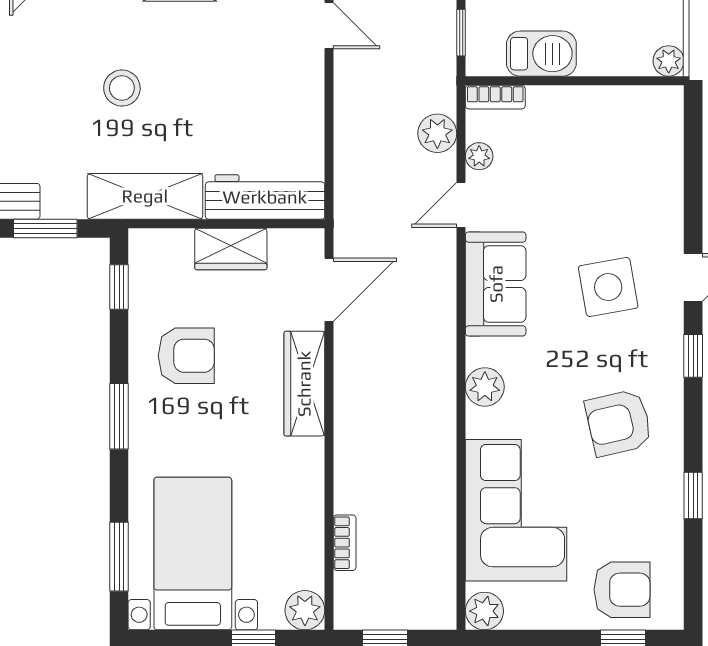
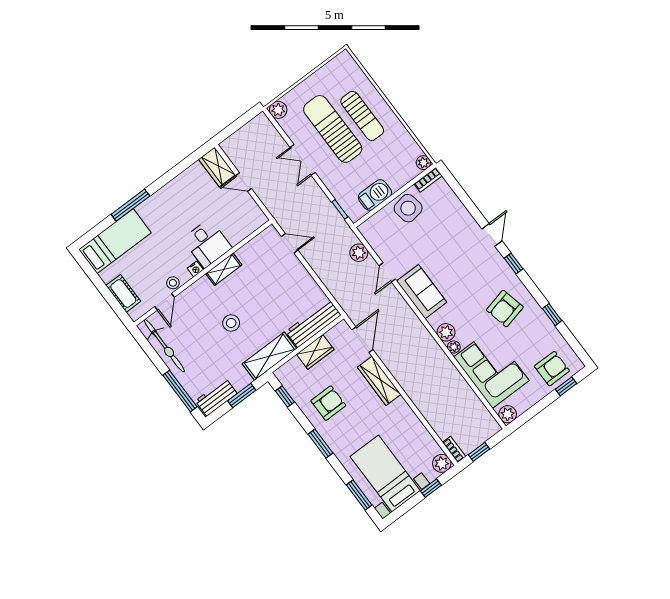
bookcase: (495, 97) -> (428, 180), moved
plant: (479, 156) -> (454, 347), moved
side table: (608, 287) -> (408, 208), moved
bookcase: (345, 543) -> (454, 449), moved

